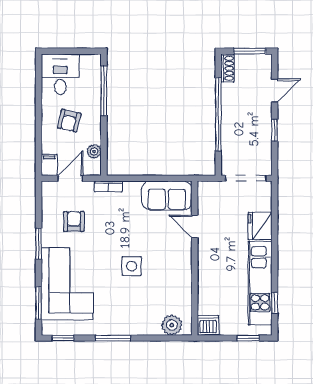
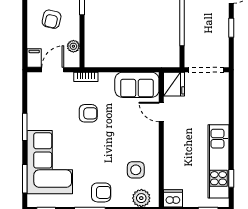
armchair: (74, 221) -> (88, 113), moved, turned 90
fridge: (260, 226) -> (174, 84), moved, turned 180
side table: (132, 266) -> (136, 170), moved
armchair: (126, 319) -> (101, 192), added

